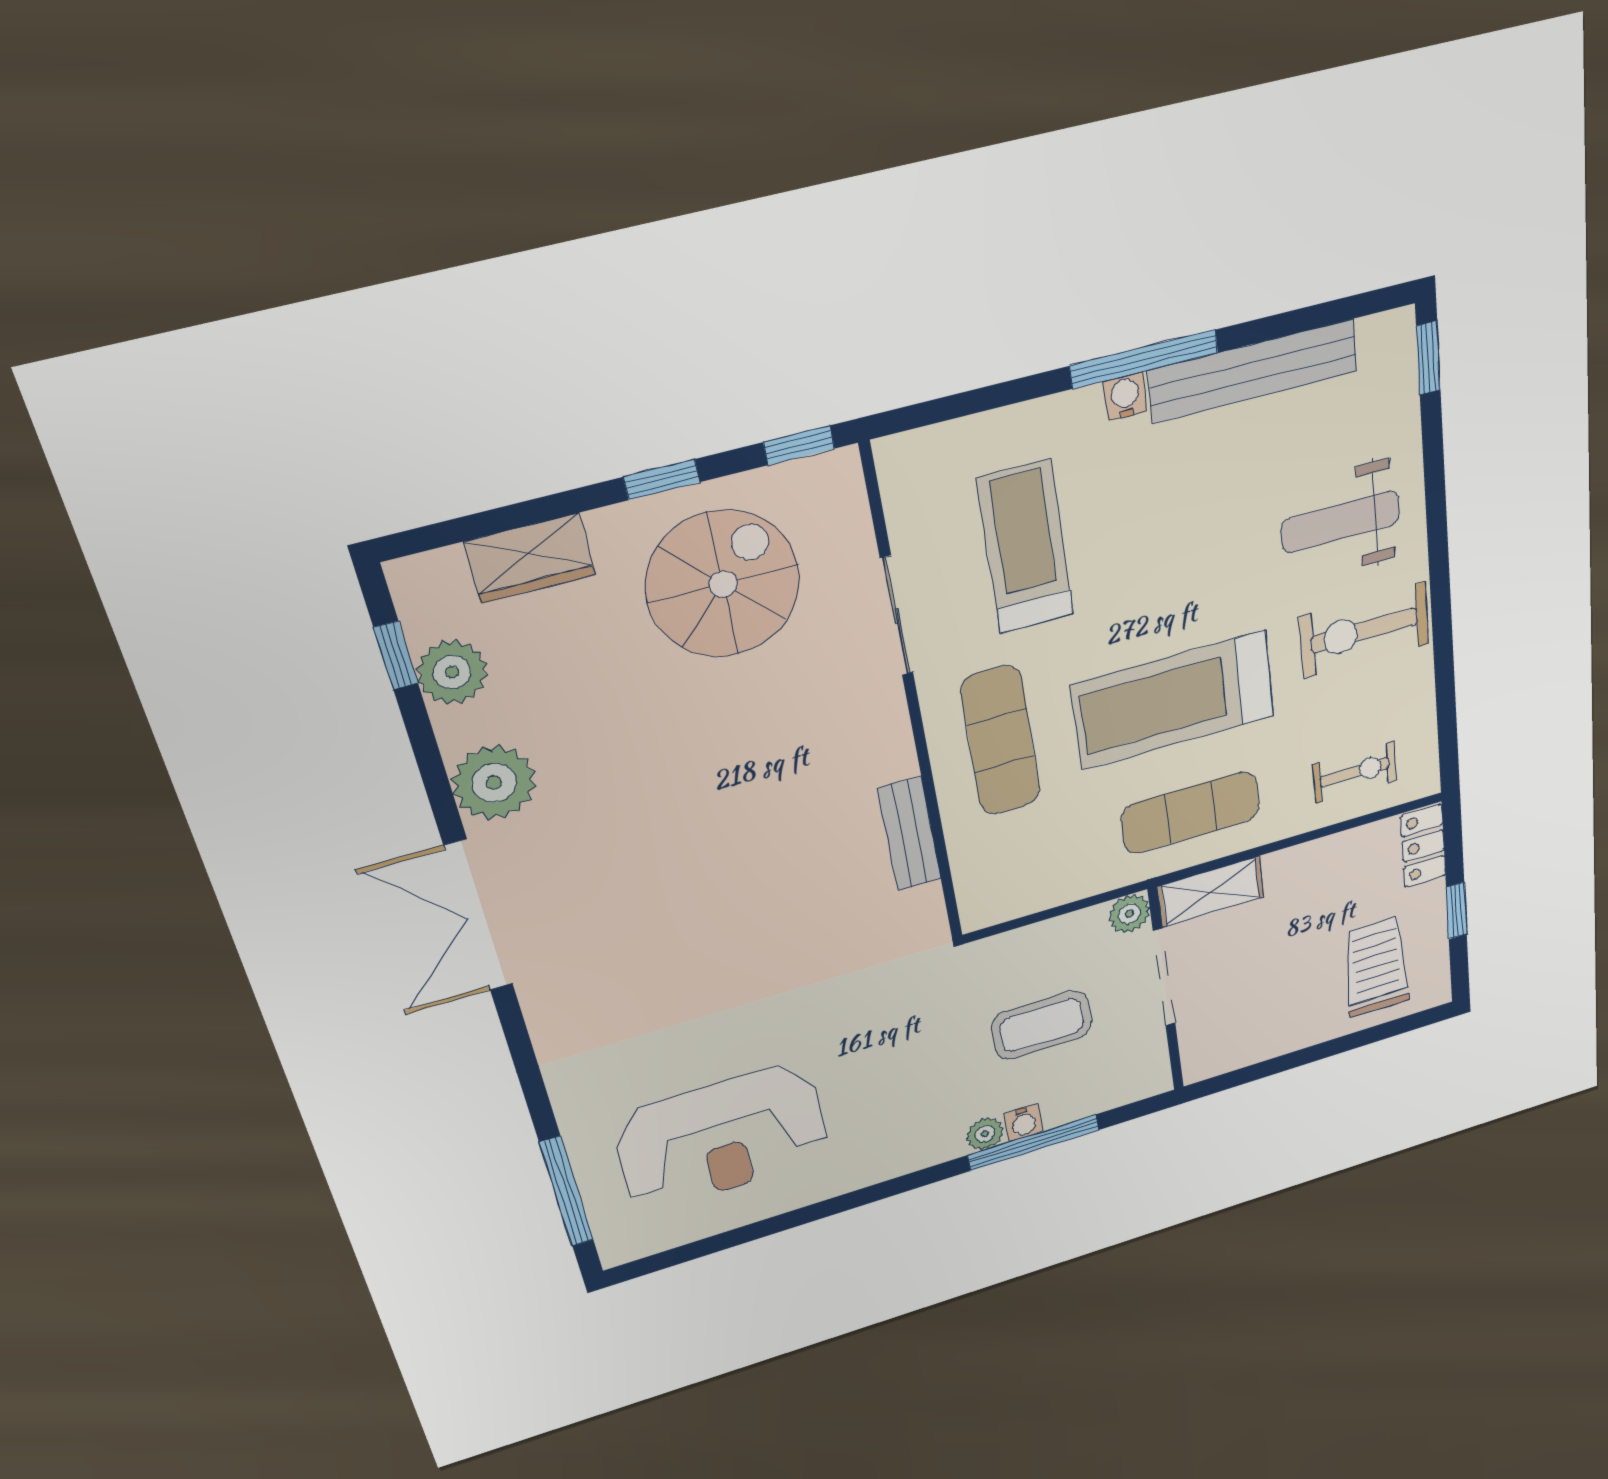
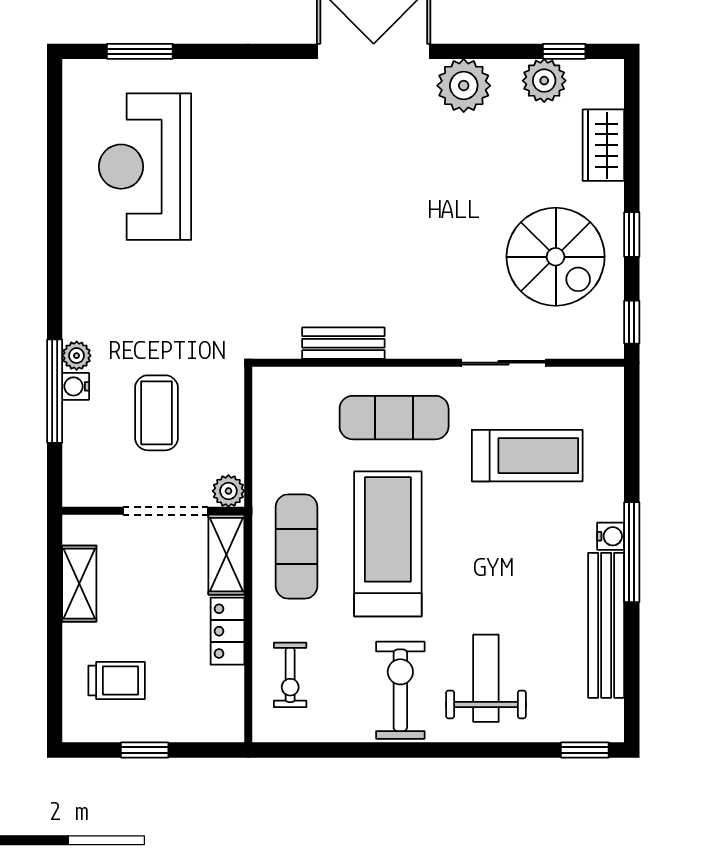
locker: (1423, 846) -> (228, 631), moved, turned -90
trolley: (1376, 967) -> (117, 680), width x0.73, depth x0.72
shelving: (1264, 1043) -> (79, 584), added
window: (566, 1191) -> (140, 51), width x0.69

